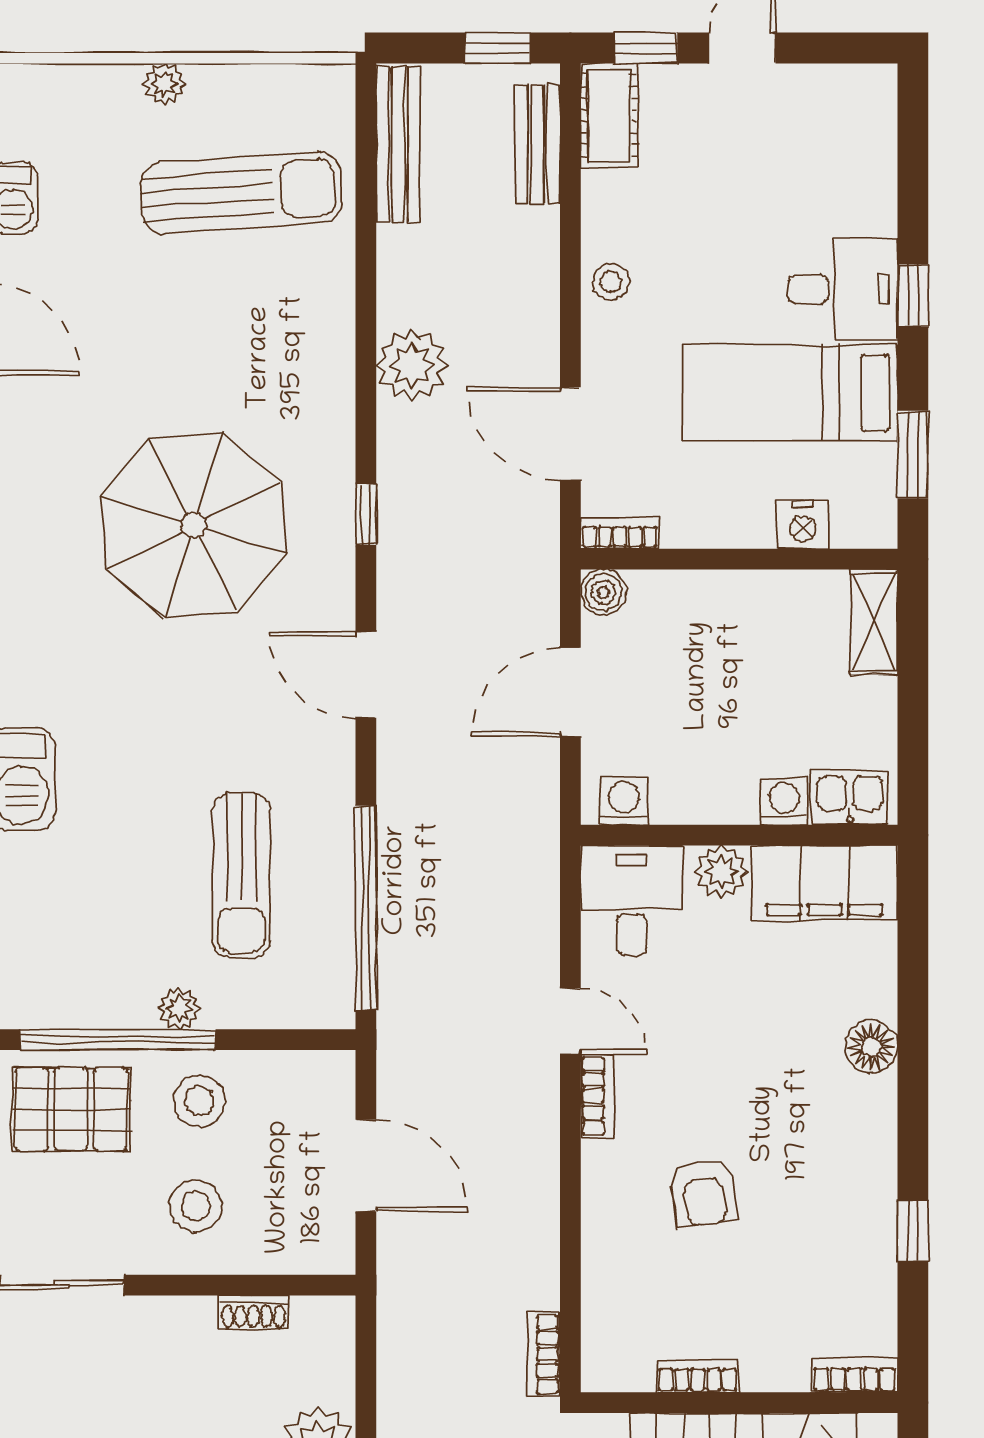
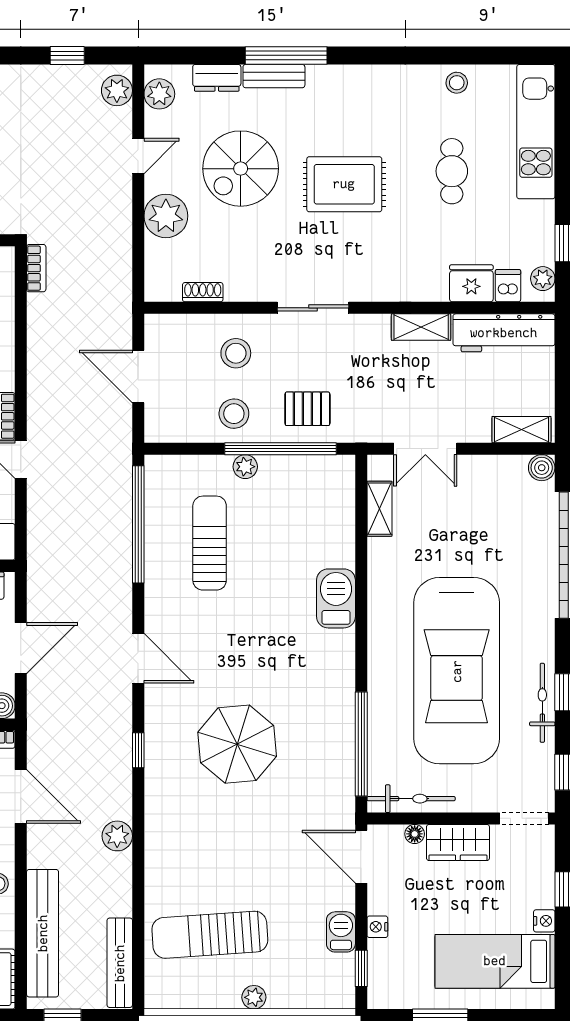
bench: (537, 144) -> (43, 933), width x1.86, depth x1.21
plant: (412, 365) -> (117, 836), width x0.73, depth x0.73
parasol: (194, 525) -> (237, 744), width x0.73, depth x0.73
pallet: (71, 1109) -> (307, 409), width x0.67, depth x0.71

